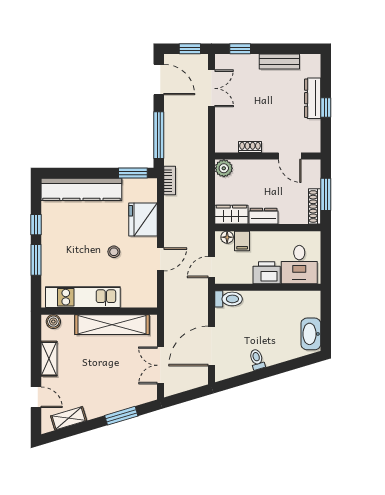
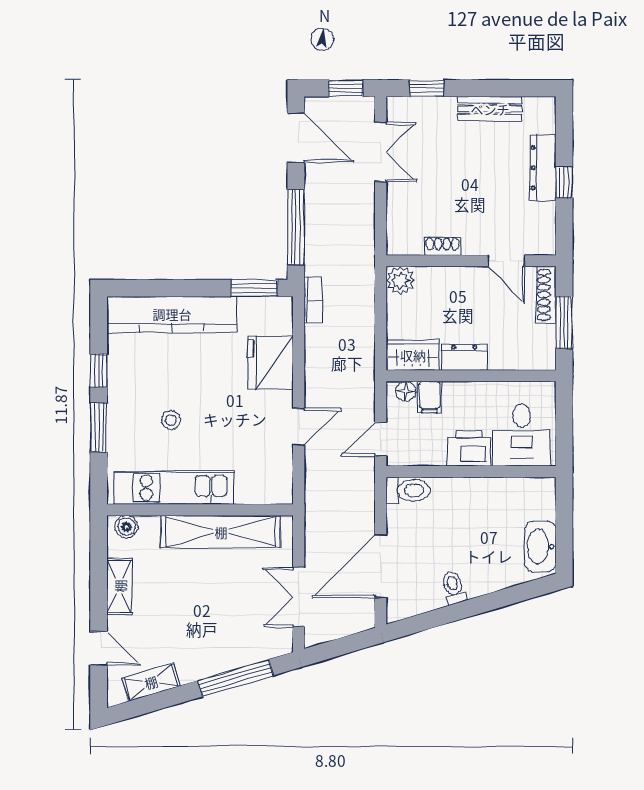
shoe rack: (315, 206) -> (546, 295), moved
stool: (114, 252) -> (171, 420), moved
window: (121, 416) -> (236, 678), width x1.44

